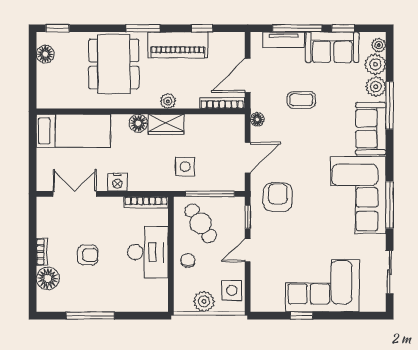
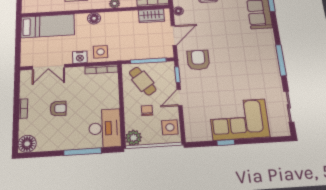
wardrobe: (166, 124) -> (151, 16), moved
side table: (185, 167) -> (101, 52), moved
double door: (75, 194) -> (48, 67), swing flipped
corner sofa: (358, 195) -> (257, 55), removed
desk: (148, 252) -> (105, 128), moved
chair: (188, 260) -> (147, 111), moved
floor lamp: (48, 278) -> (27, 144), moved
plant: (204, 301) -> (134, 138), moved
window: (90, 316) -> (83, 152), moved

